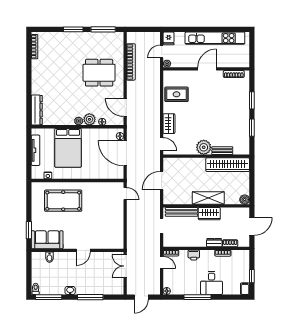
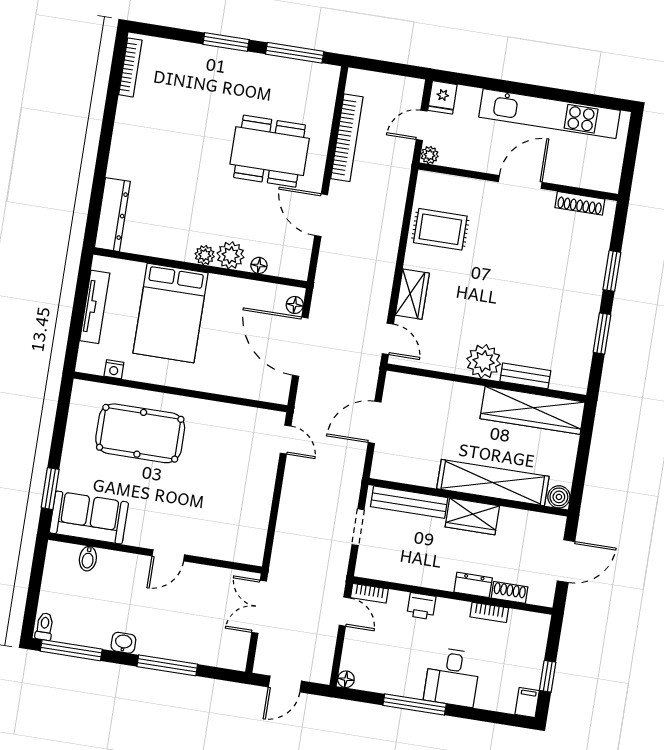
door: (125, 107) -> (321, 215), moved
shelving: (208, 198) -> (493, 483), width x1.47

